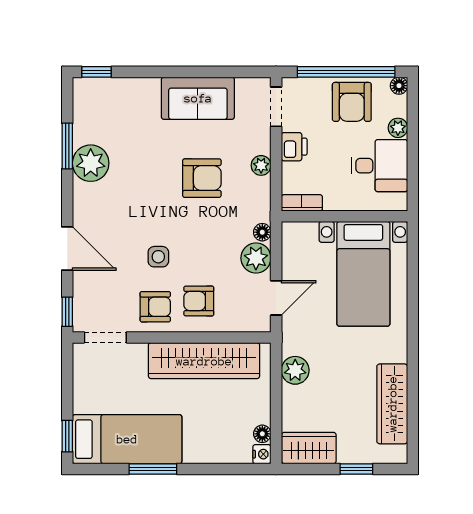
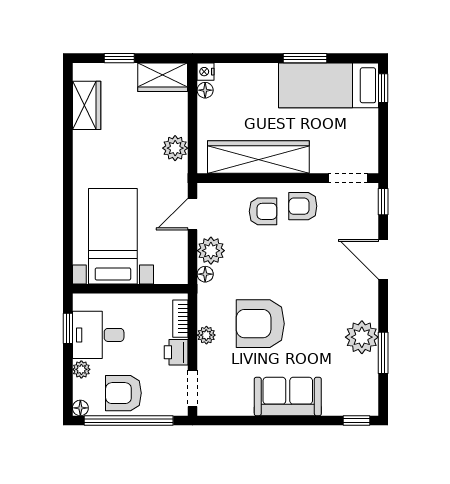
sofa: (198, 98) -> (288, 396), moved
armchair: (352, 102) -> (123, 393), turned -90
window: (413, 173) -> (68, 328), added
armchair: (202, 178) -> (260, 324), width x1.36, depth x1.36
bookcase: (302, 203) -> (180, 319), moved, turned 90
side table: (158, 257) -> (300, 252), removed
wardrobe: (392, 404) -> (87, 105), width x0.67

